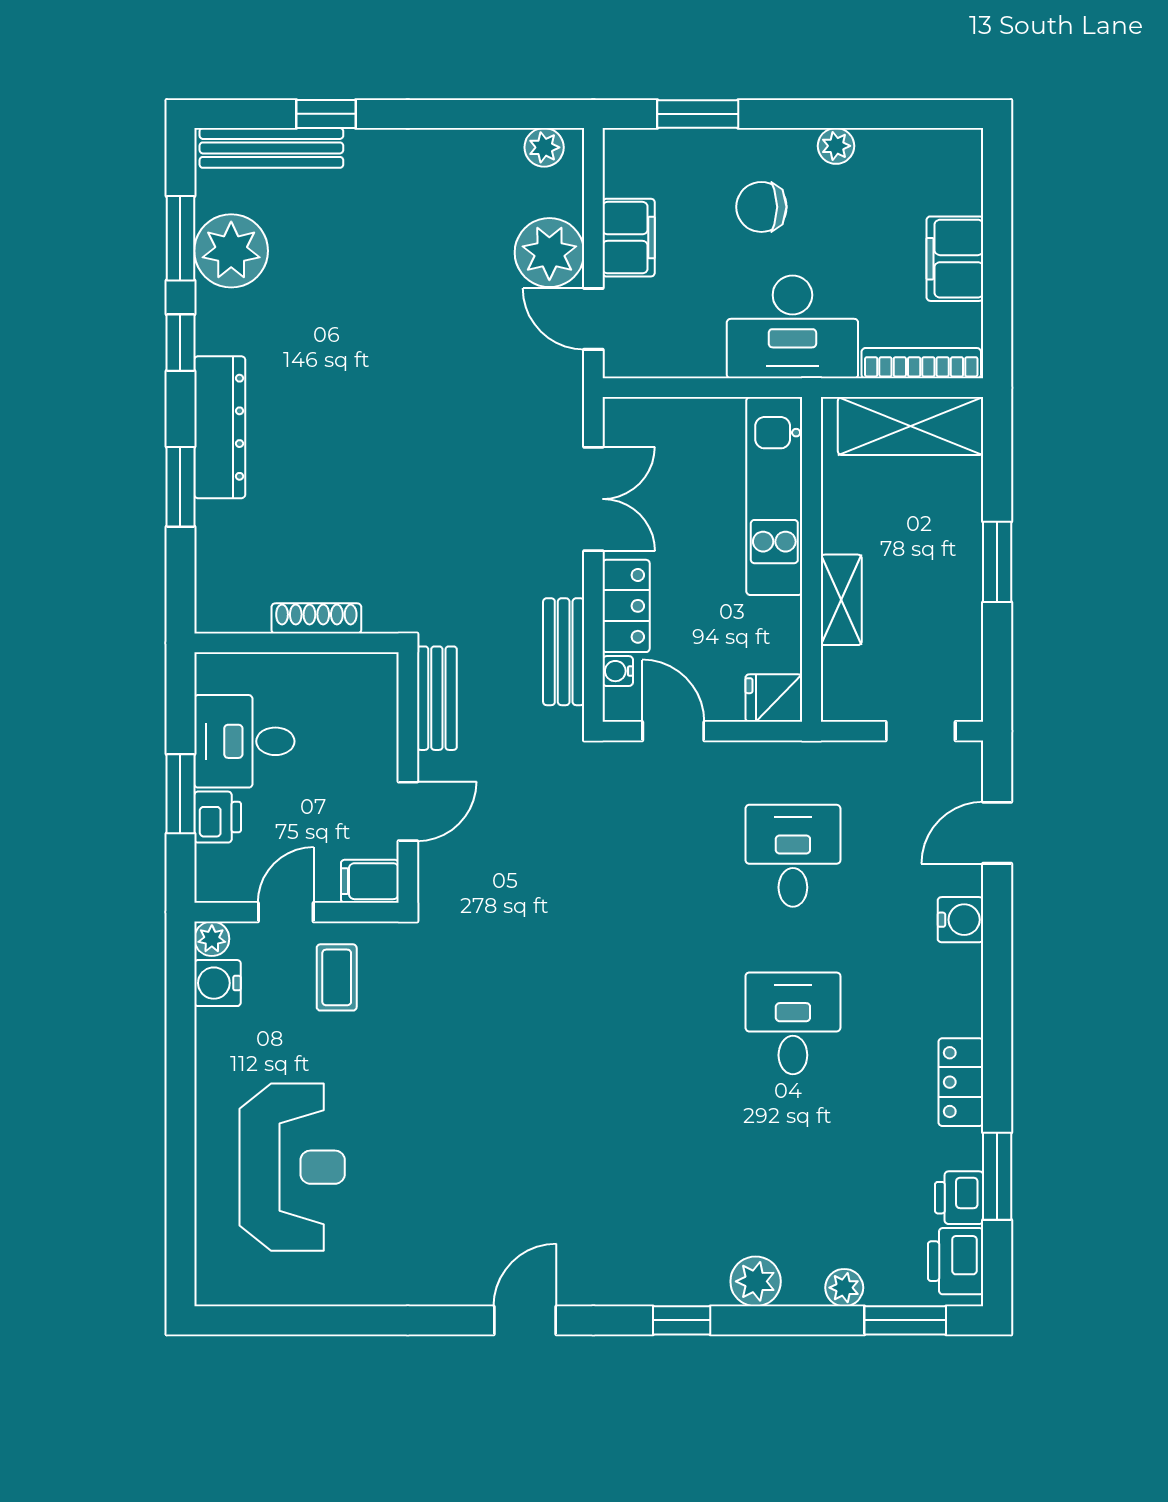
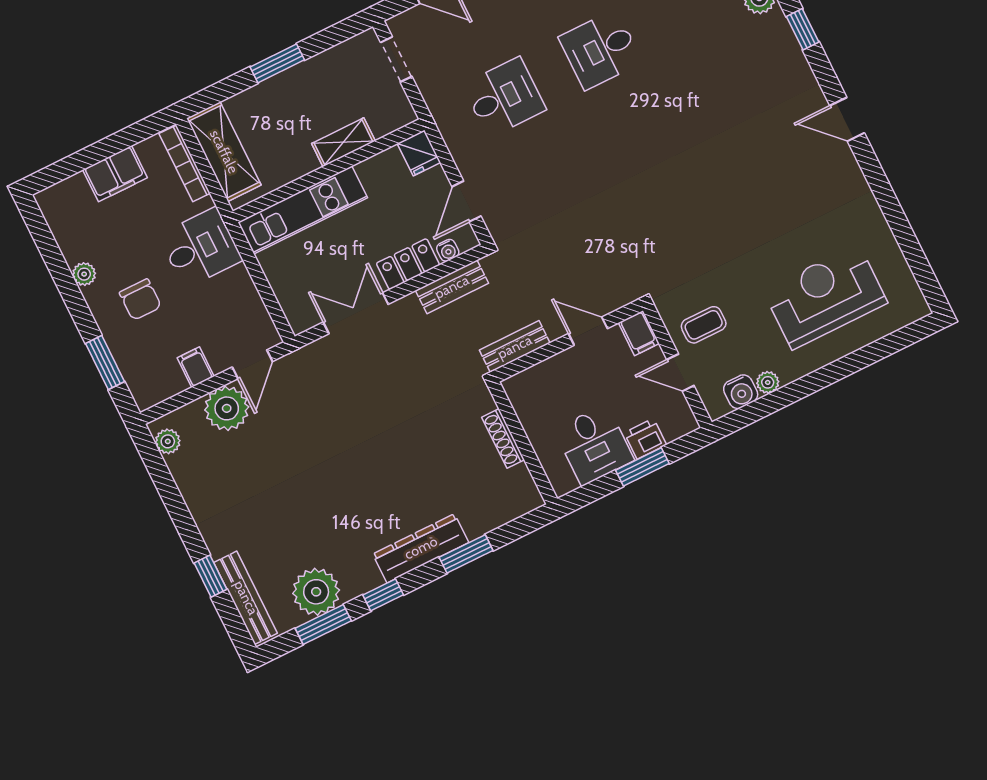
filing cabinet: (629, 238) -> (196, 367), width x0.50
desk: (792, 327) -> (200, 248), width x0.73
desk: (793, 856) -> (504, 97), turned 180
plant: (212, 939) -> (768, 382), moved

